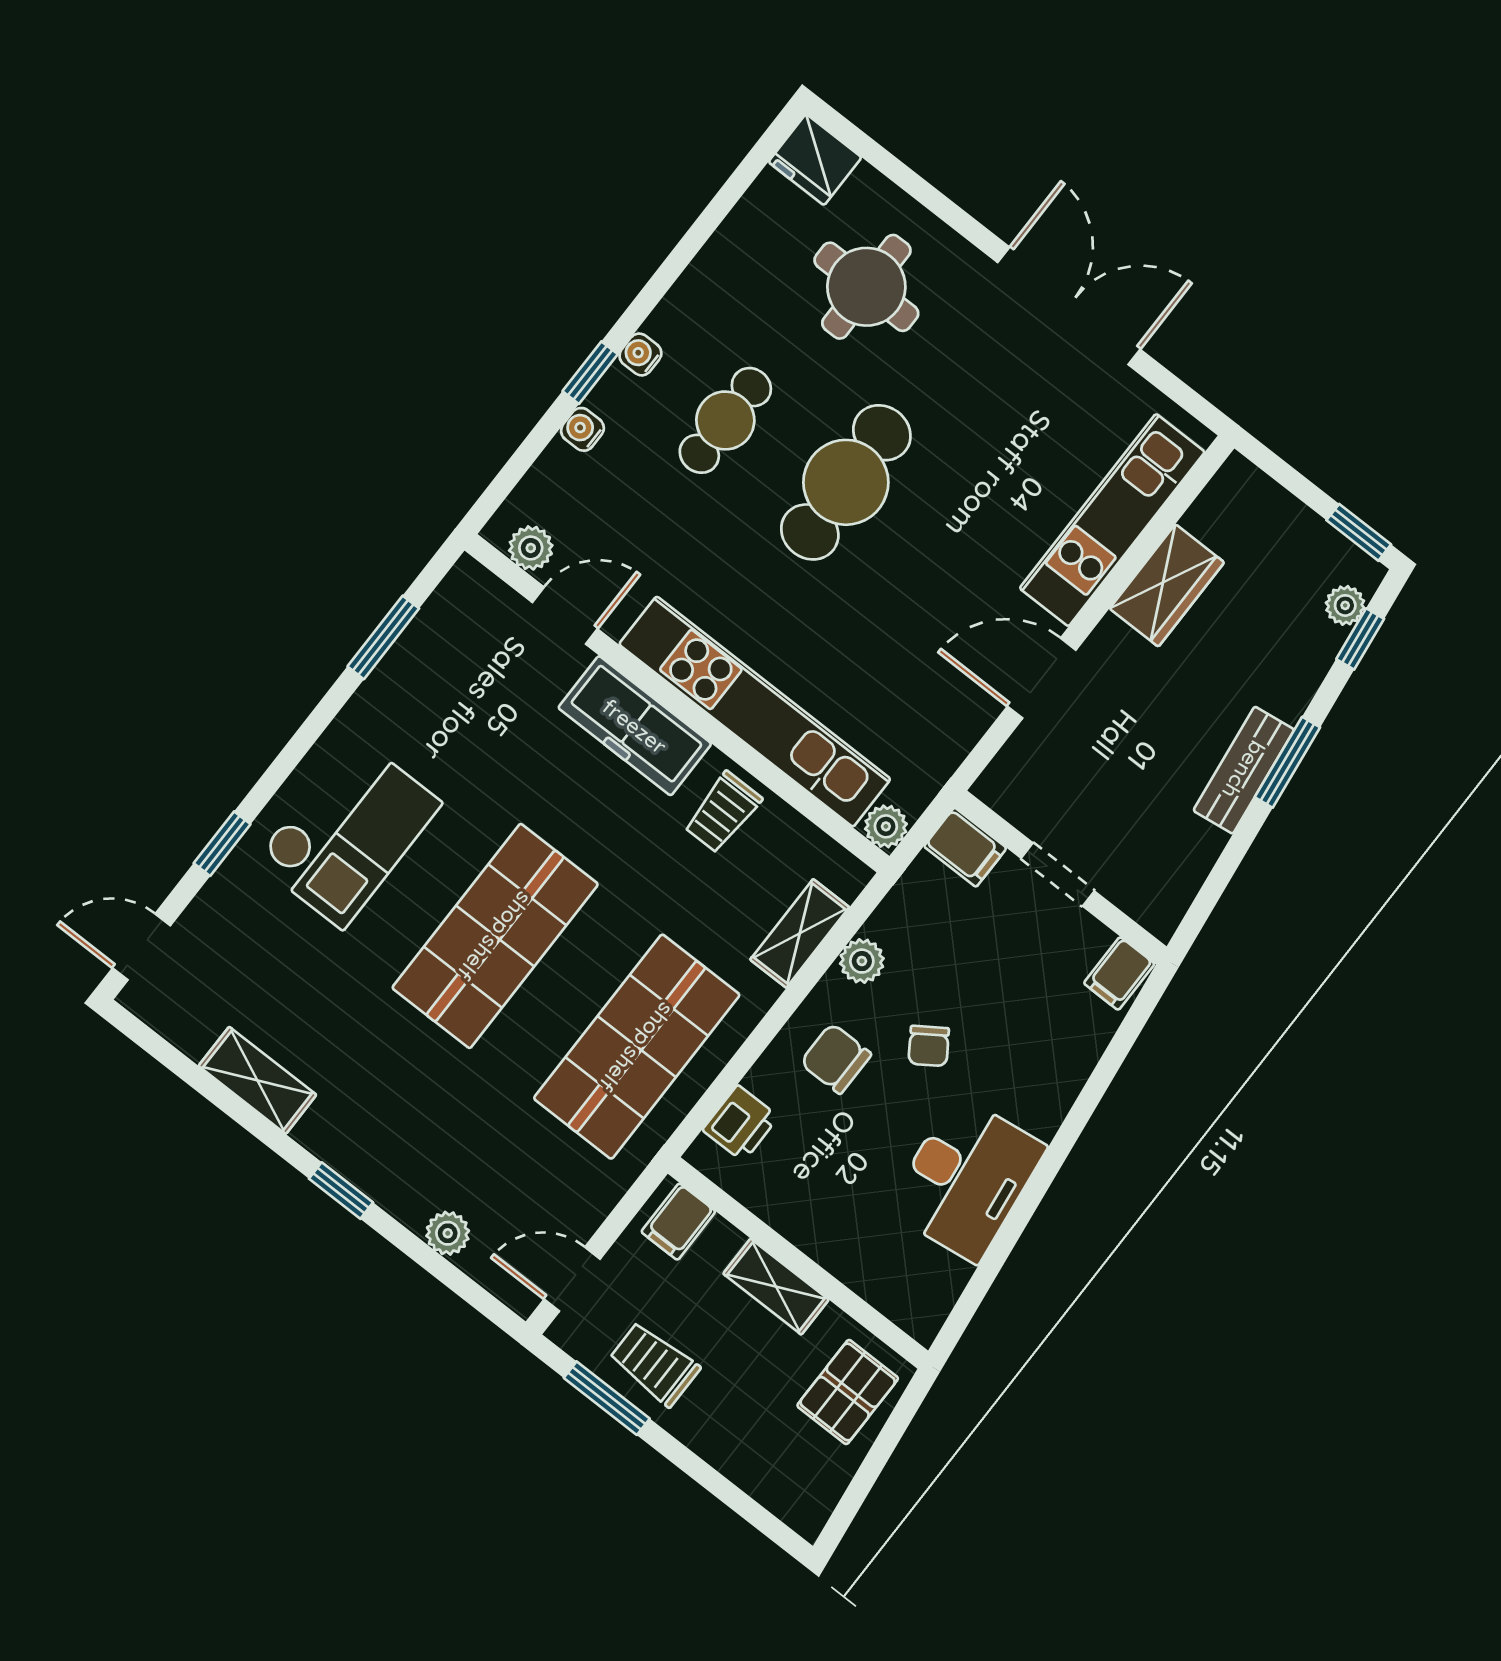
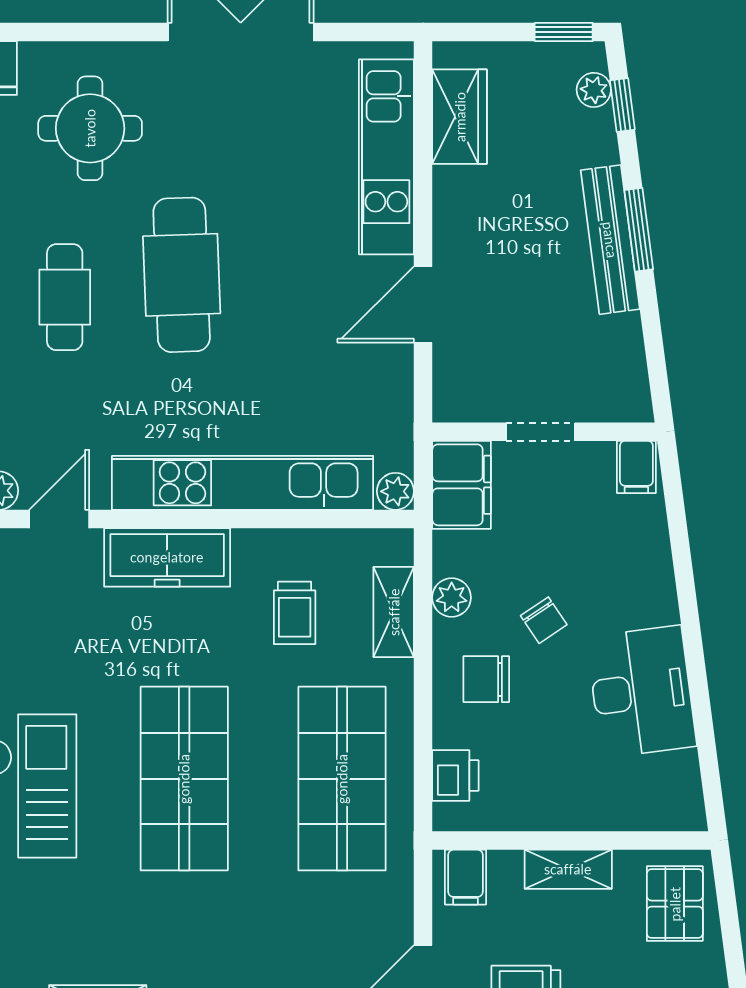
wardrobe: (1167, 585) -> (460, 117), moved
bench: (1244, 770) -> (610, 240), width x1.36
trolley: (723, 812) -> (295, 613), moved
filing cabinet: (965, 847) -> (462, 485), width x2.00

